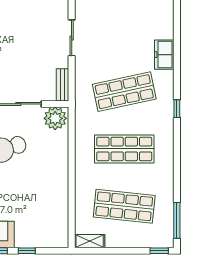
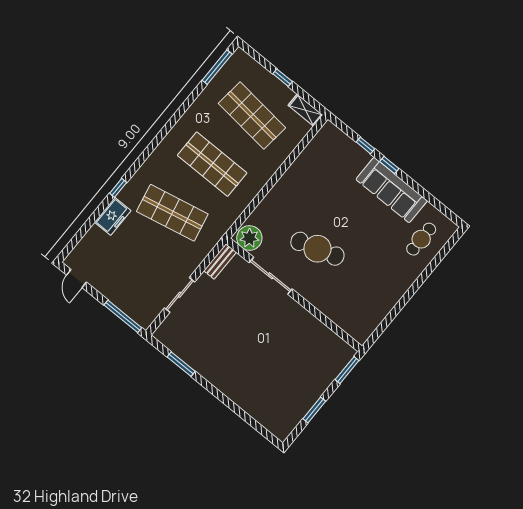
window: (177, 109) -> (118, 188), moved
window: (159, 251) -> (283, 78), moved

